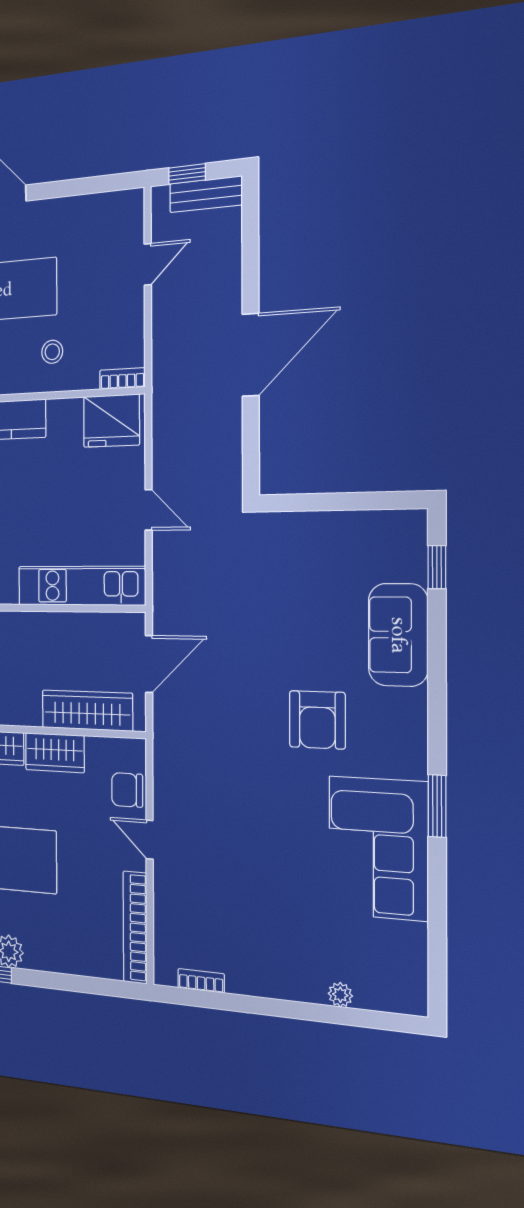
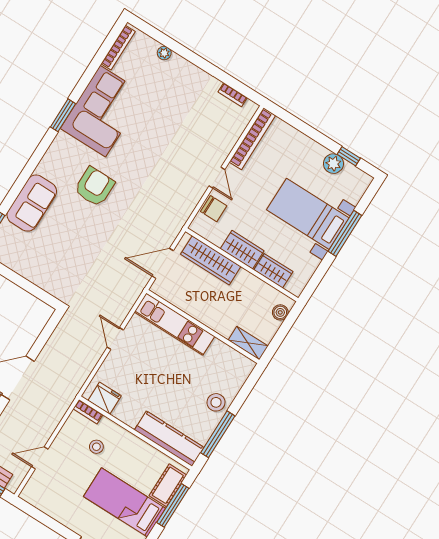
stool: (52, 352) -> (96, 447), moved
fridge: (111, 421) -> (105, 398), width x0.73, depth x0.75
bookcase: (418, 966) -> (118, 48), added

